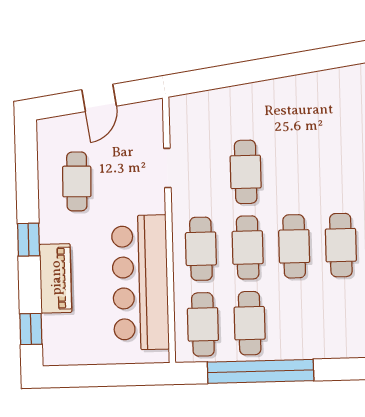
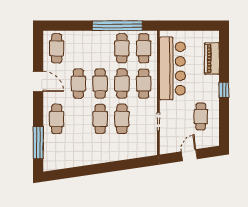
cafe table: (292, 171) -> (100, 119), added
piano: (56, 278) -> (212, 59), moved
window: (31, 329) -> (224, 48), removed

